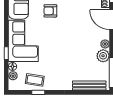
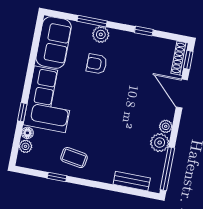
coffee table: (35, 80) -> (74, 158), moved
bench: (89, 86) -> (132, 181), width x0.73

